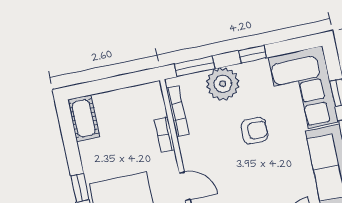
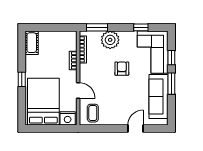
window: (252, 54) -> (141, 27), moved
armchair: (254, 131) -> (122, 69), turned -90

